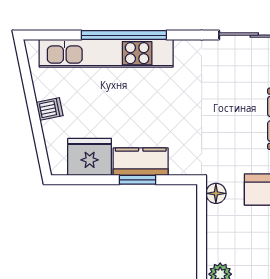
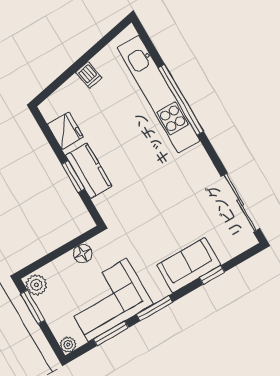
fridge: (90, 157) -> (65, 131), width x0.73, depth x0.75
floor lamp: (216, 193) -> (83, 254), moved

